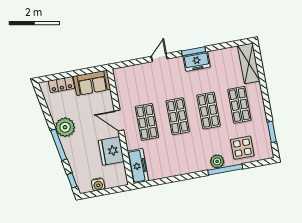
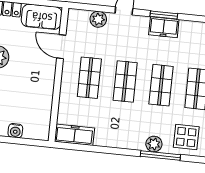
plant: (140, 71) -> (98, 19), added
door: (119, 121) -> (61, 47), moved
fridge: (111, 151) -> (41, 98), removed
freezer: (138, 166) -> (74, 135), moved, turned -90

